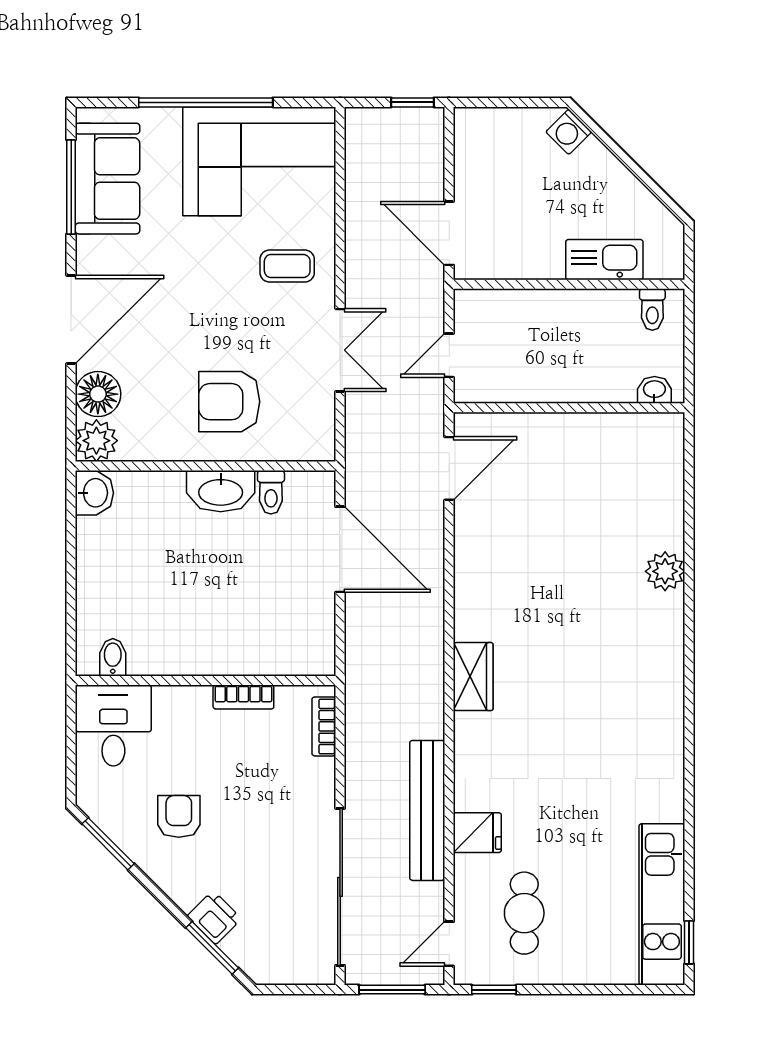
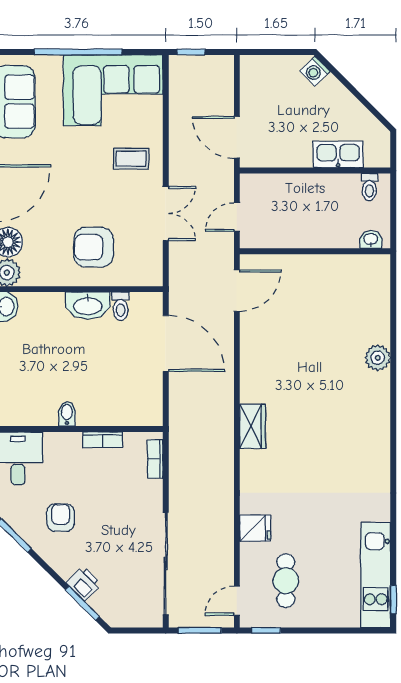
window: (412, 102) -> (191, 52), moved
bidet: (113, 657) -> (67, 414), moved
bench: (427, 810) -> (223, 514), removed

